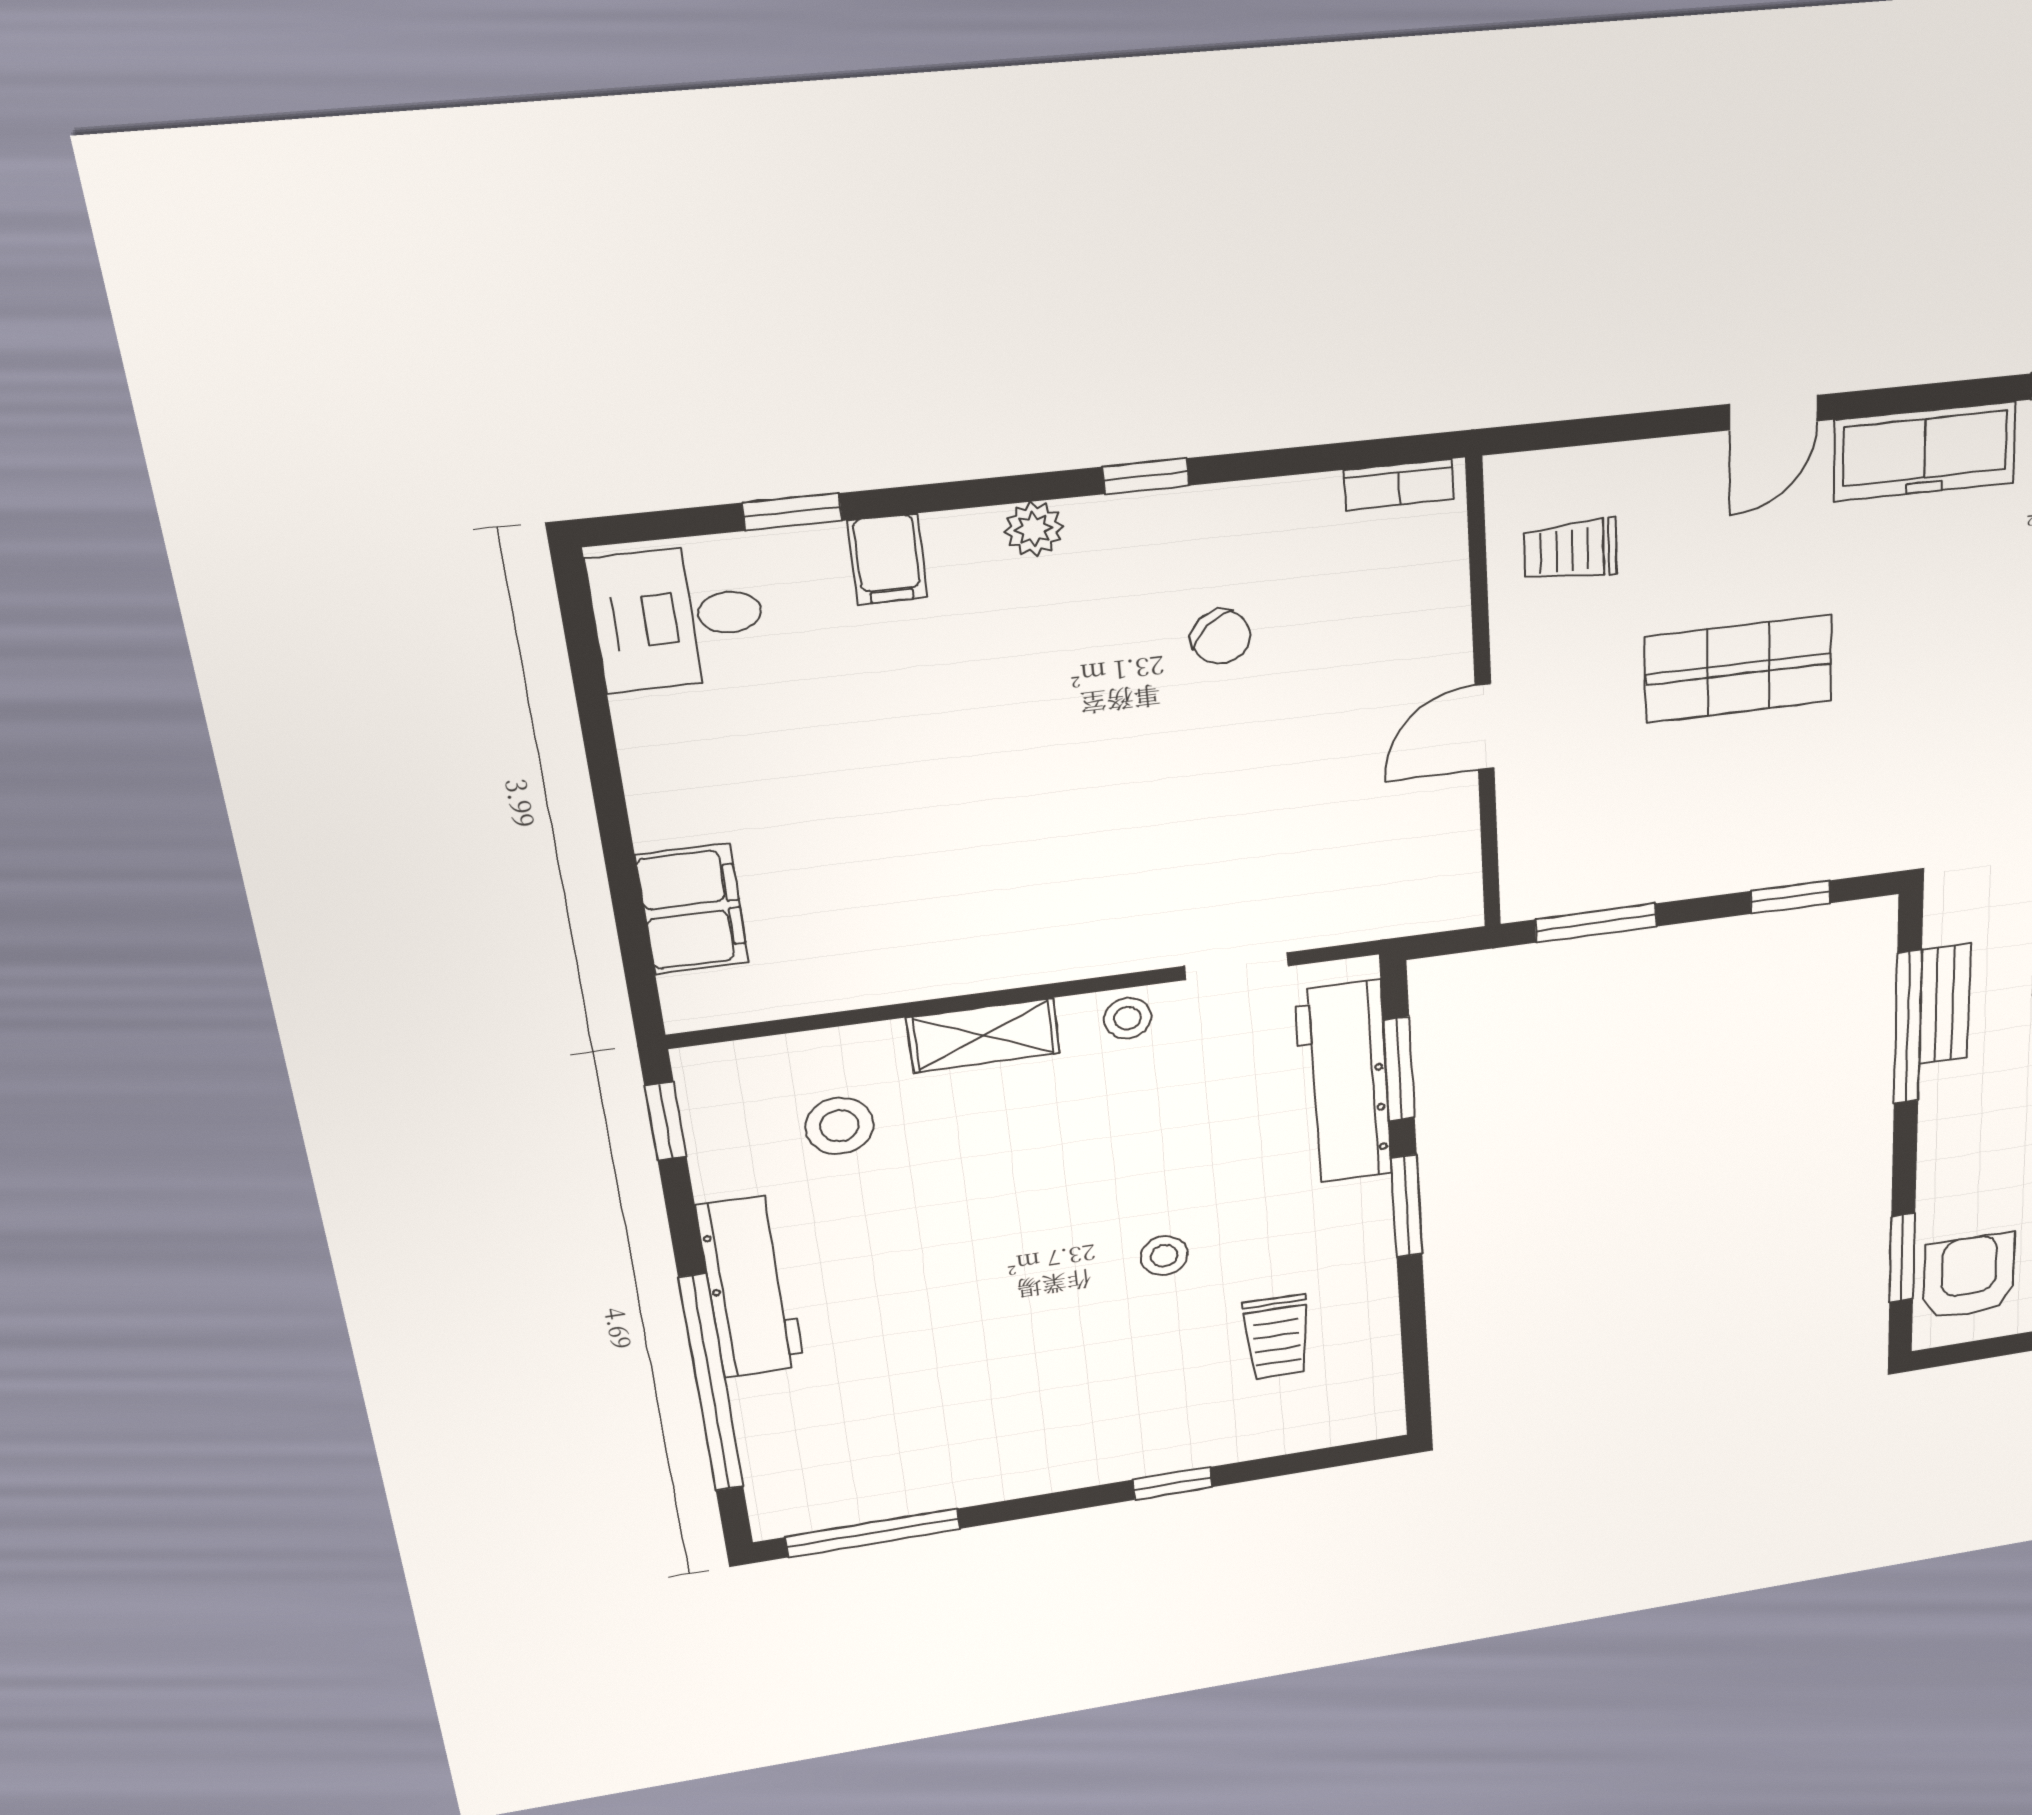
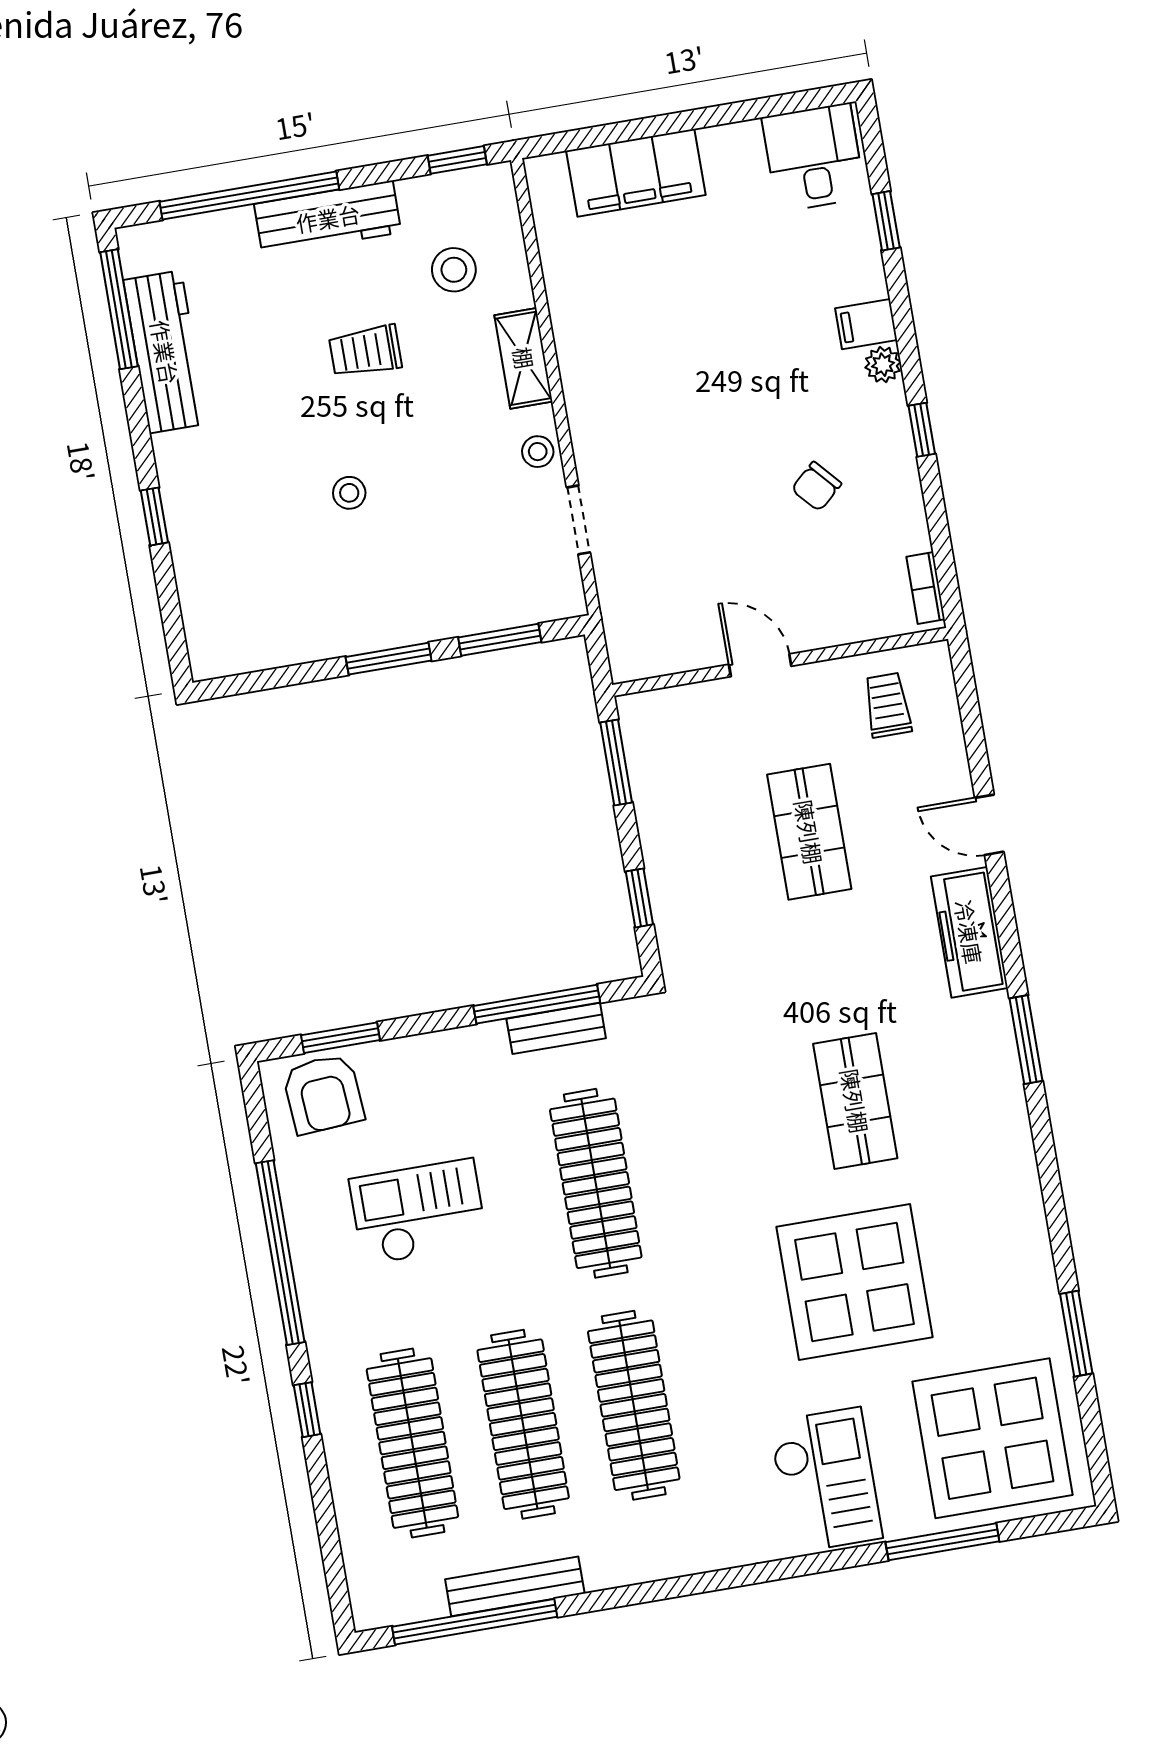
filing cabinet: (887, 559) -> (866, 324), moved
filing cabinet: (692, 909) -> (636, 173), width x1.50, depth x1.17
workbench: (1344, 1083) -> (165, 352), moved, turned 90
armchair: (1969, 1277) -> (323, 1094), turned 86
trolley: (1277, 1337) -> (365, 351), moved

